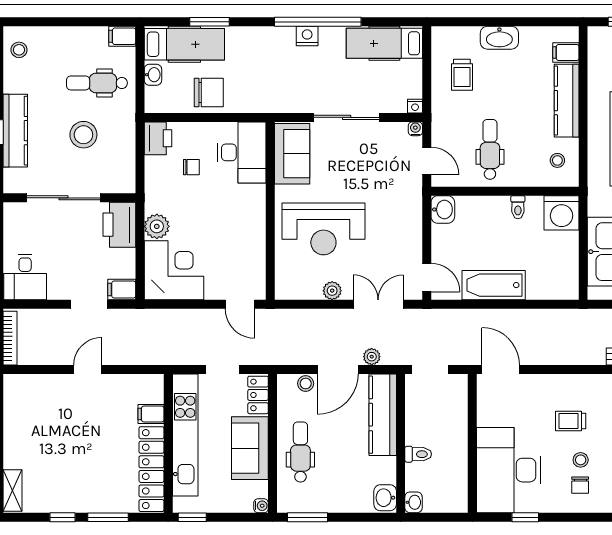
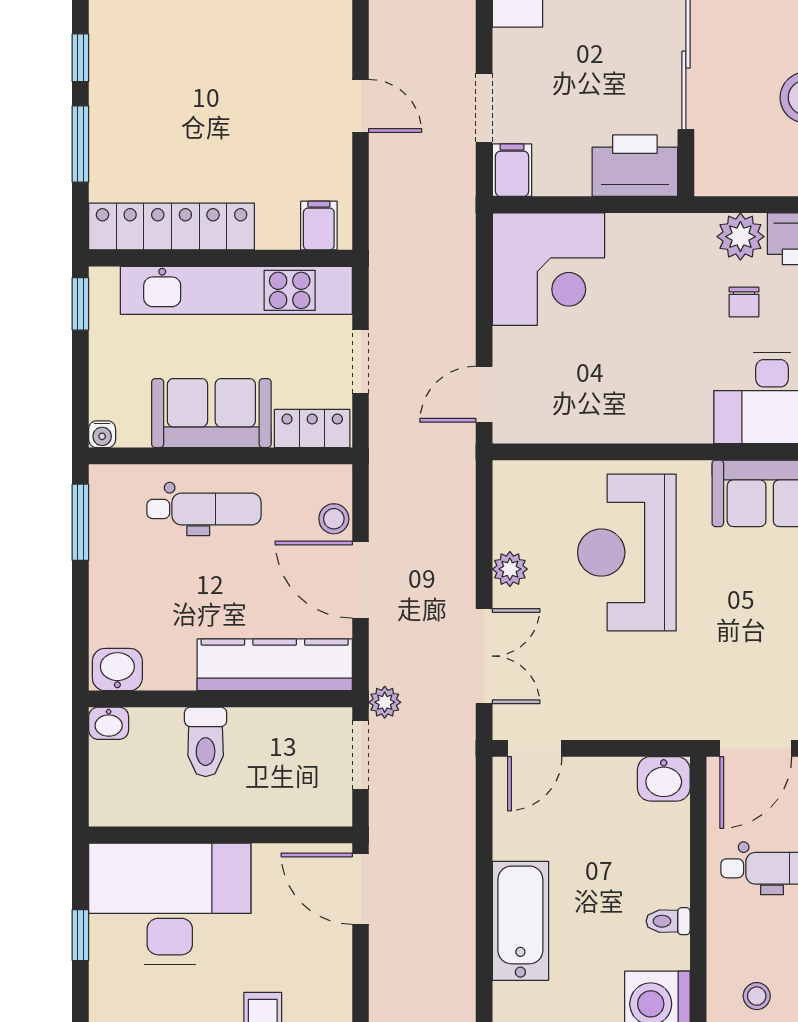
door: (427, 161) -> (756, 748), width x1.38
plant: (157, 226) -> (740, 237), moved
bathtub: (494, 285) -> (520, 921), moved
plant: (372, 357) -> (385, 702), moved
door: (501, 369) -> (361, 889), swing flipped
filing cabinet: (151, 414) -> (319, 226), moved
toilet: (418, 454) -> (206, 742), width x1.37, depth x1.39

